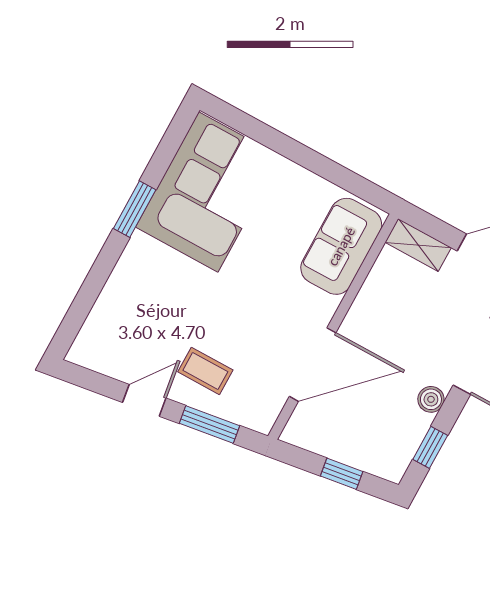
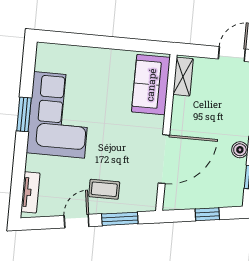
corner sofa: (208, 192) -> (59, 115), moved
shelving: (418, 245) -> (183, 77), moved, turned 90
tv unit: (94, 328) -> (30, 192), added

